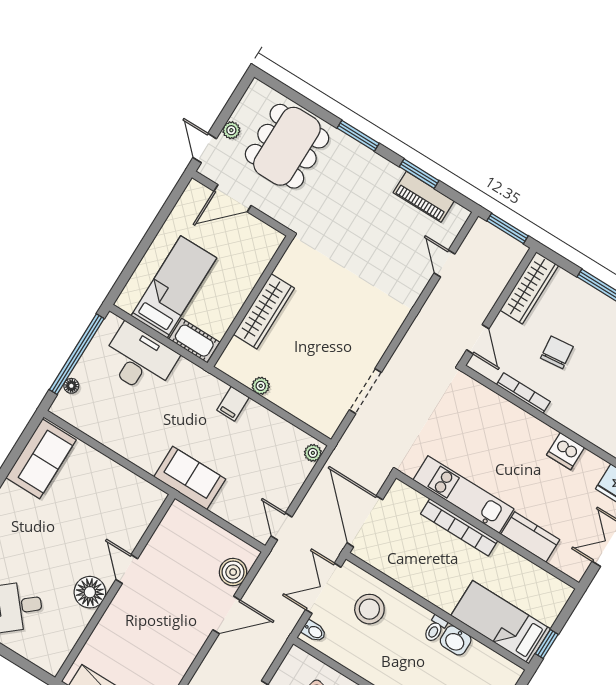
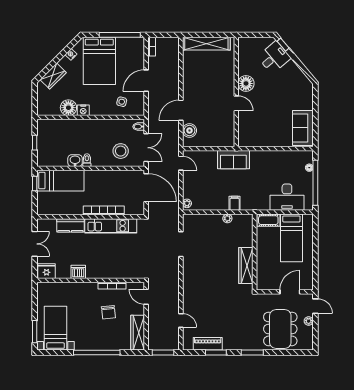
wardrobe: (264, 311) -> (246, 266), moved

